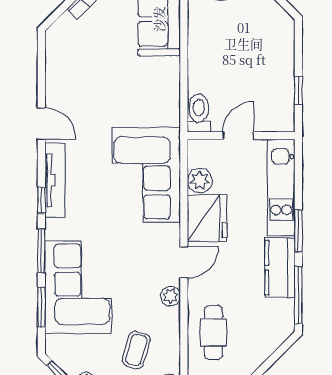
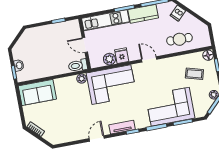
tv unit: (55, 180) -> (122, 127), width x0.71
fridge: (207, 218) -> (122, 56), width x0.53, depth x0.75
plant: (170, 296) -> (82, 79), moved
dishwasher: (268, 339) -> (178, 13), added

